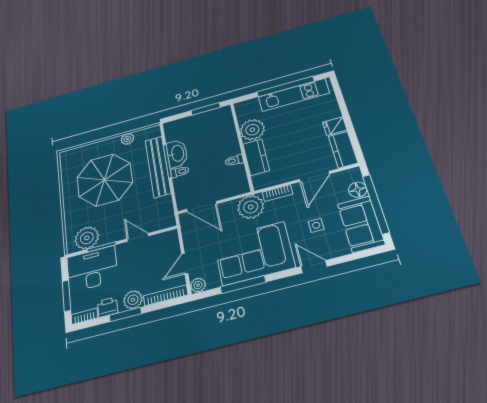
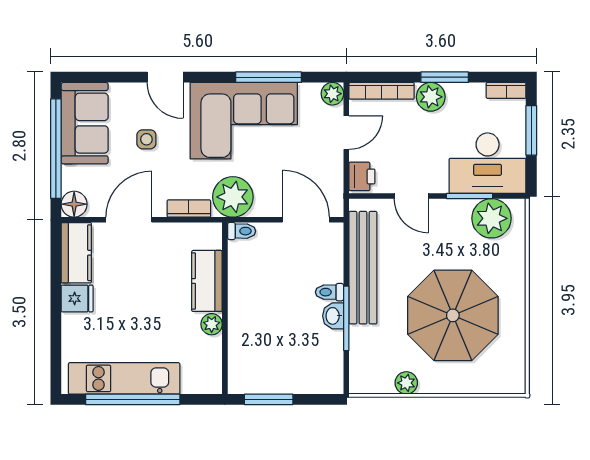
plant: (252, 130) -> (212, 324), width x0.53, depth x0.53
washbasin: (177, 153) -> (333, 316), width x0.52, depth x0.69
toilet: (234, 160) -> (242, 231), moved
bench: (158, 167) -> (363, 268), moved
floor lamp: (358, 190) -> (74, 204), moved
printer: (108, 307) -> (362, 176), moved, turned -90

